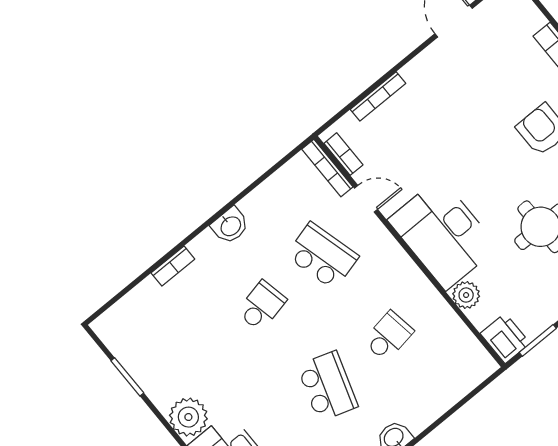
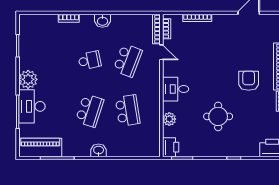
desk: (443, 234) -> (176, 89), width x0.53, depth x0.77
school desk: (322, 256) -> (128, 60), turned 36
school desk: (388, 336) -> (128, 111), width x1.85

